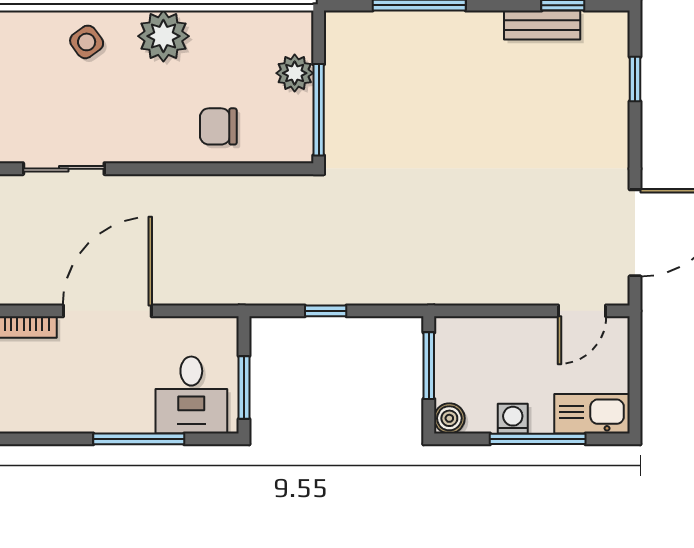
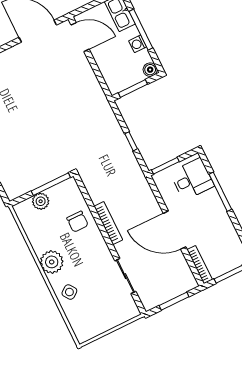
bookcase: (186, 186) -> (108, 223), added
door: (582, 311) -> (80, 37), width x1.38
window: (244, 388) -> (165, 166), moved

